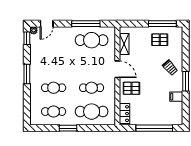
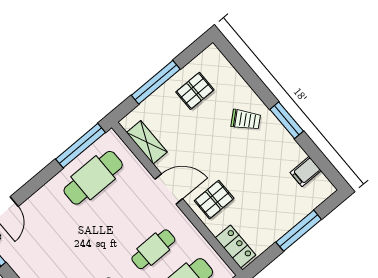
window: (86, 24) -> (81, 146), moved
window: (162, 24) -> (156, 82), moved
filing cabinet: (176, 97) -> (306, 172), moved
window: (154, 128) -> (299, 231), width x0.68

